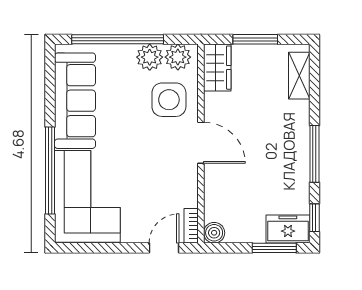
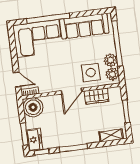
wardrobe: (217, 68) -> (96, 96), moved
boiler: (214, 233) -> (33, 107), width x1.86, depth x1.86

